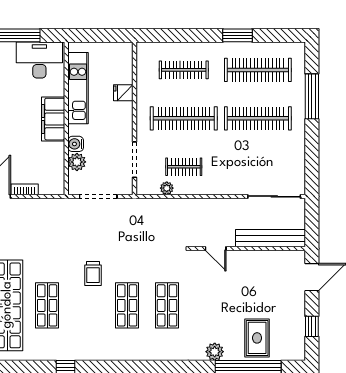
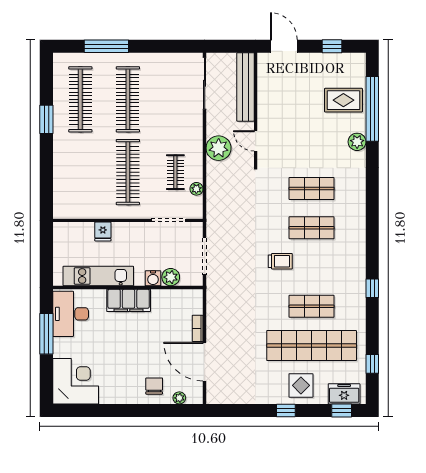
clothes rail: (184, 70) -> (80, 172), removed
plant: (208, 211) -> (219, 148), added
door: (216, 248) -> (256, 141), swing flipped

